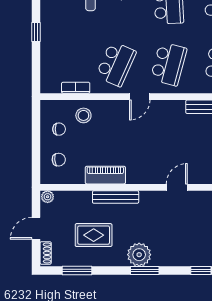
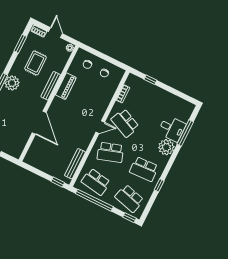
window: (36, 32) -> (150, 80), moved
school desk: (169, 64) -> (110, 152), turned -33
door: (140, 97) -> (100, 127), swing flipped
stool: (83, 115) -> (105, 90), removed
door: (177, 187) -> (39, 123), width x1.88

